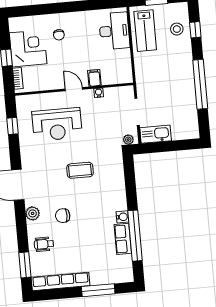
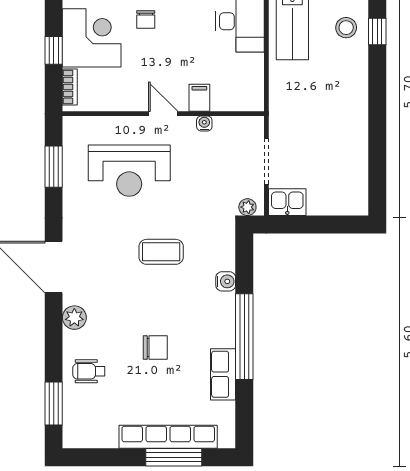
window: (200, 84) -> (377, 124), removed
window: (12, 126) -> (54, 167), width x1.50
kitchen sink: (156, 134) -> (287, 202), width x0.73
chair: (63, 216) -> (155, 347), moved, turned 180
water cooler: (122, 217) -> (226, 281), moved
window: (135, 236) -> (244, 337), moved
row of seats: (61, 281) -> (168, 437), moved

